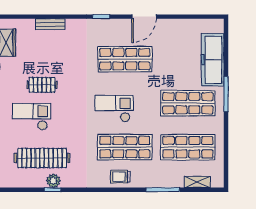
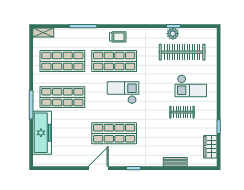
checkout: (114, 109) -> (123, 93), turned 180
shelving: (197, 182) -> (43, 33), moved

